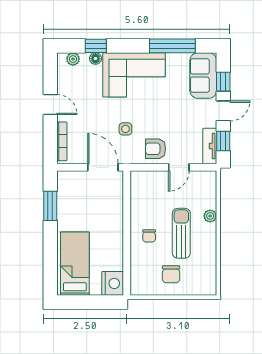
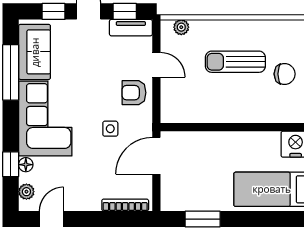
sofa: (203, 76) -> (35, 52), moved, turned -90
door: (50, 105) -> (51, 219), moved
armchair: (156, 149) -> (134, 93), turned 90
plant: (210, 216) -> (181, 27), moved
chair: (149, 236) -> (239, 100), removed

